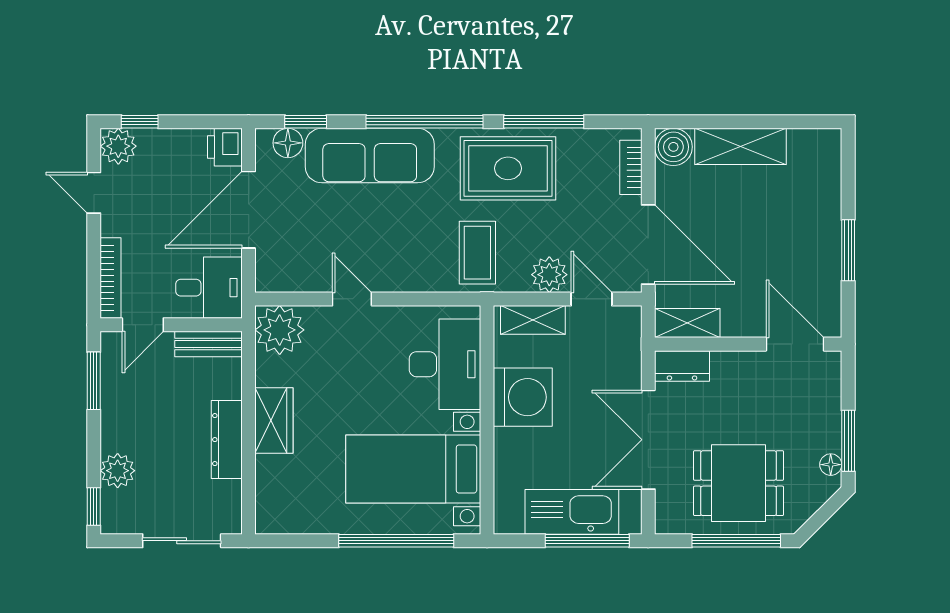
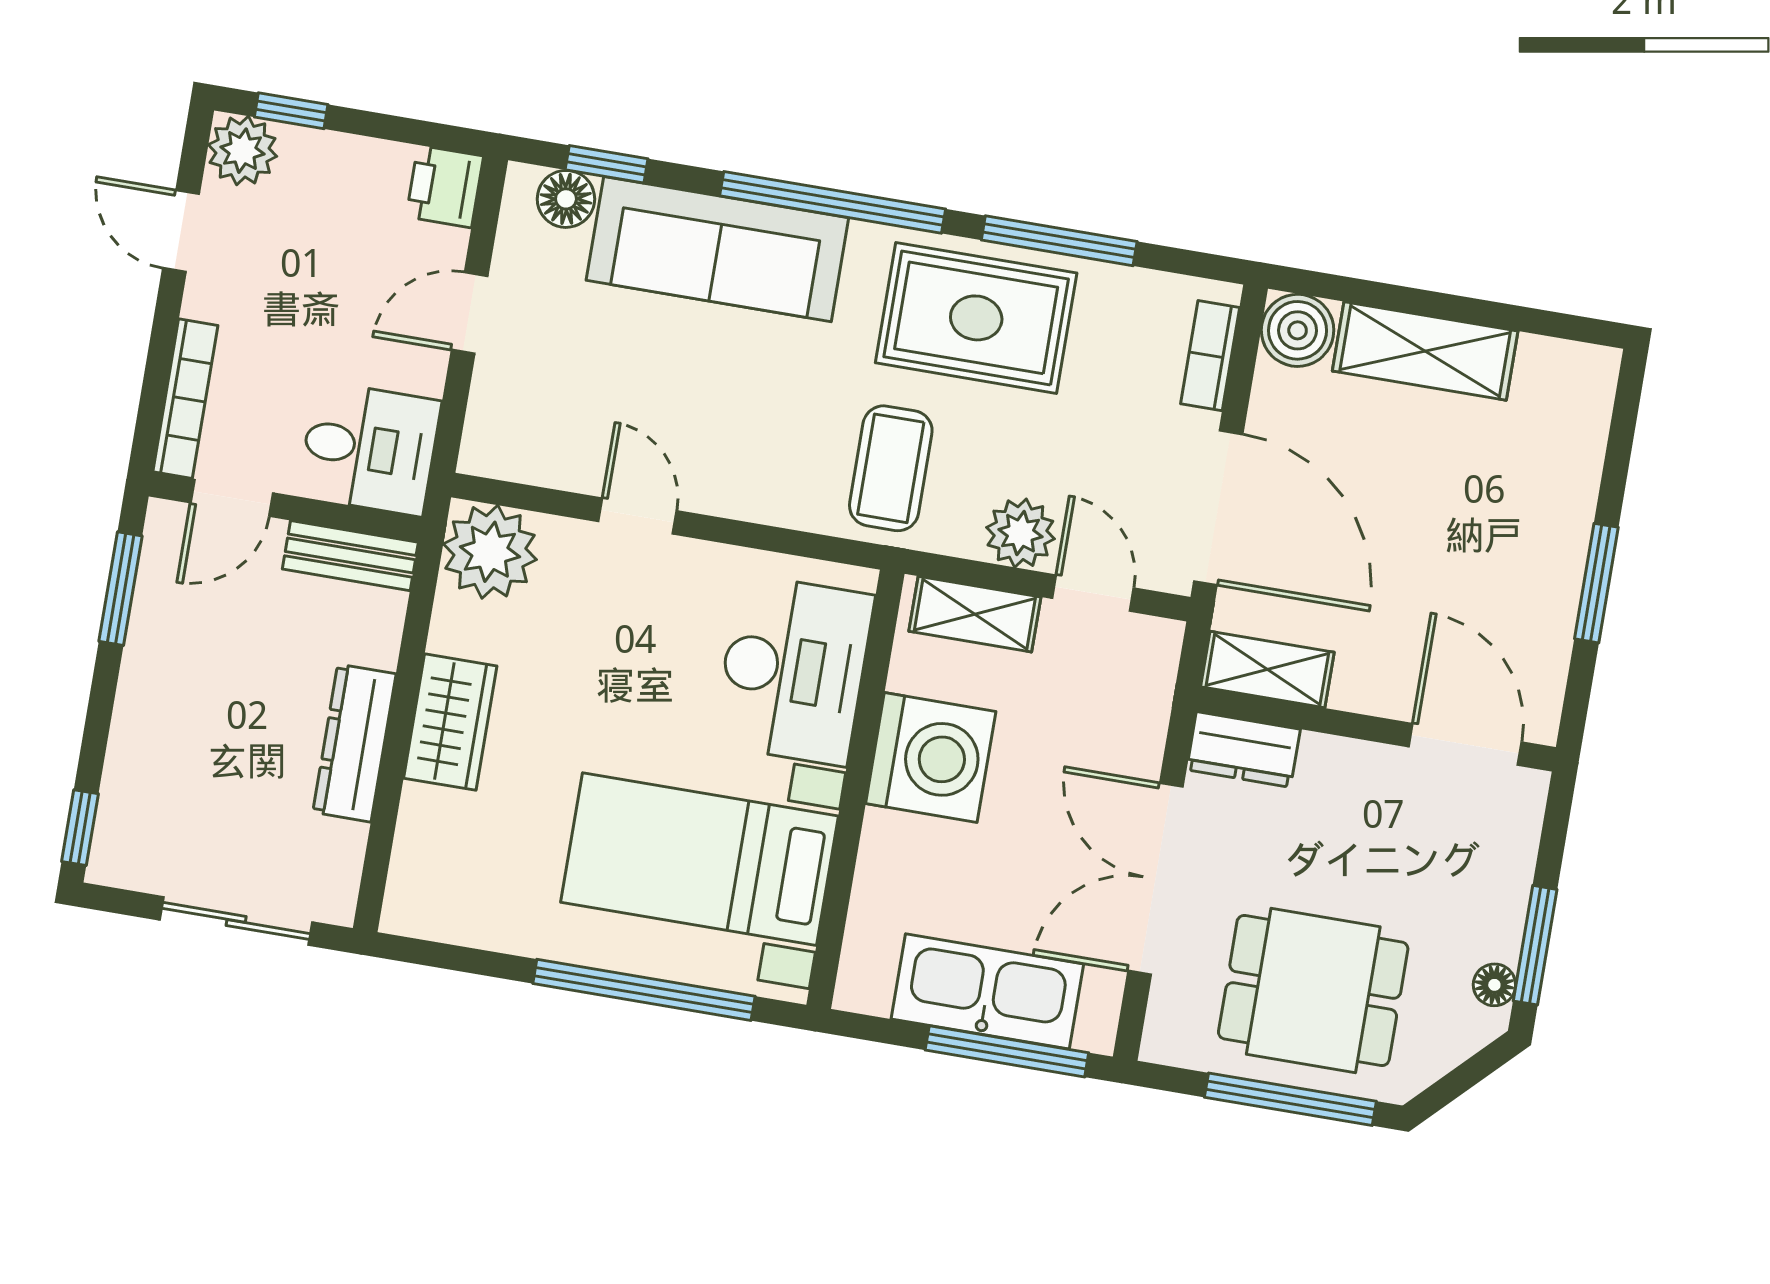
door: (249, 210) -> (470, 313), width x0.53
plant: (118, 471) -> (137, 767), removed

